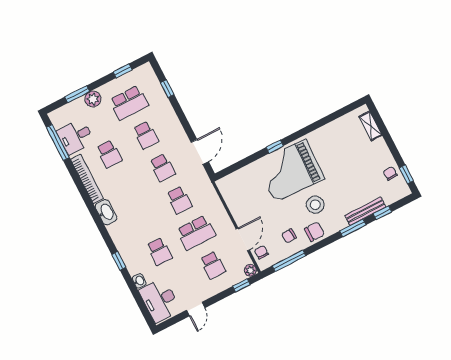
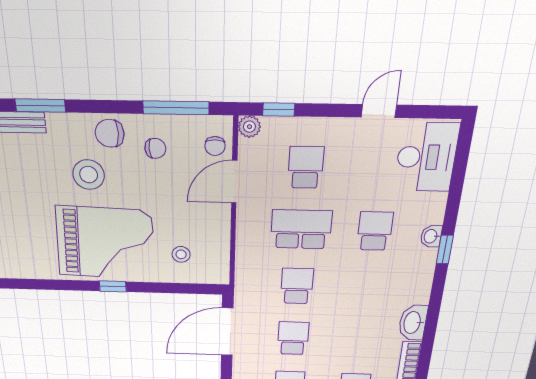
door: (200, 152) -> (227, 332), width x1.36
stool: (248, 186) -> (181, 254), added
washbasin: (139, 281) -> (431, 236), moved

